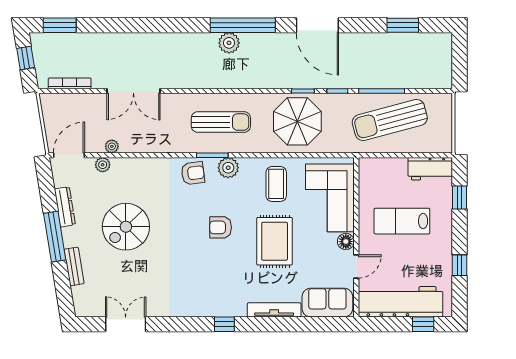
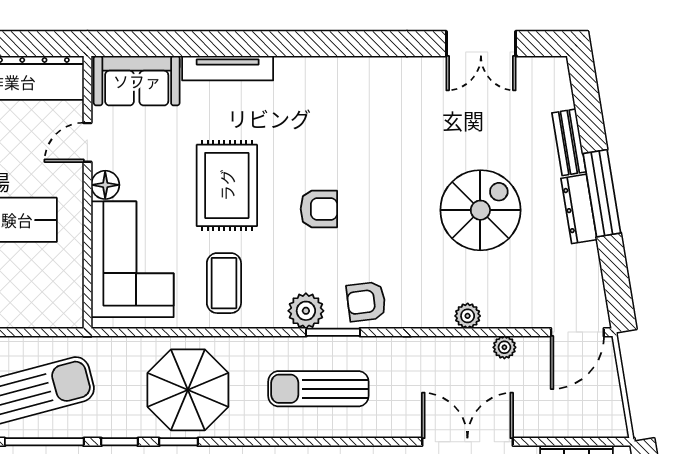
plant: (103, 165) -> (468, 316), moved
dresser: (65, 207) -> (579, 209), moved
window: (224, 324) -> (313, 44), removed

